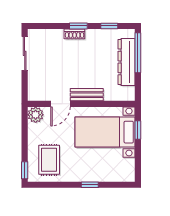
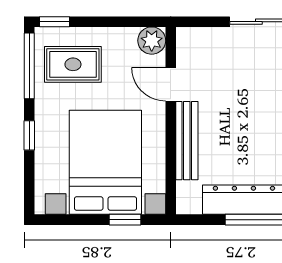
bench: (87, 95) -> (187, 141), width x1.36
bed with nightstands: (105, 132) -> (105, 162), width x1.36
window: (50, 185) -> (29, 66), added

